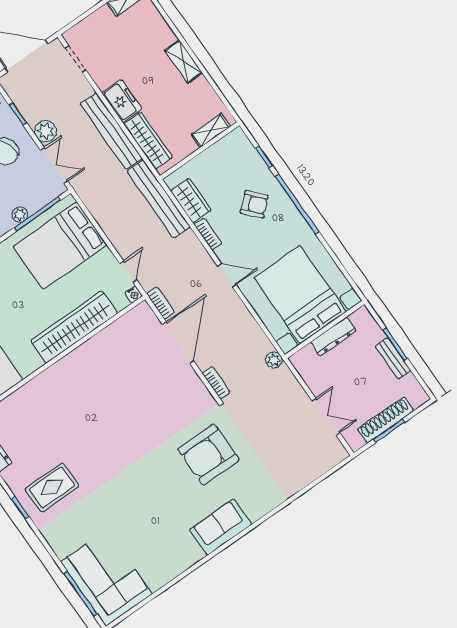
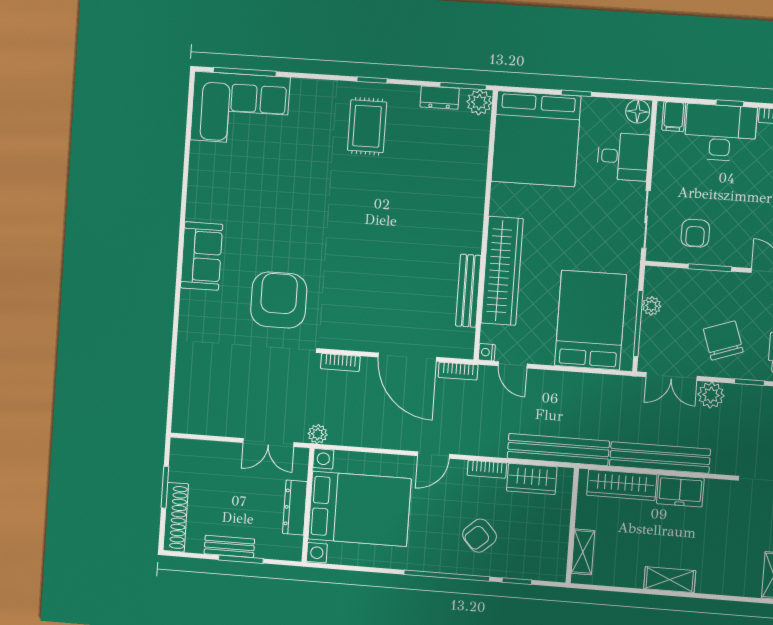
bench: (104, 338) -> (468, 291), added
double door: (326, 417) -> (268, 442), moved
shoe rack: (386, 420) -> (176, 517), moved

